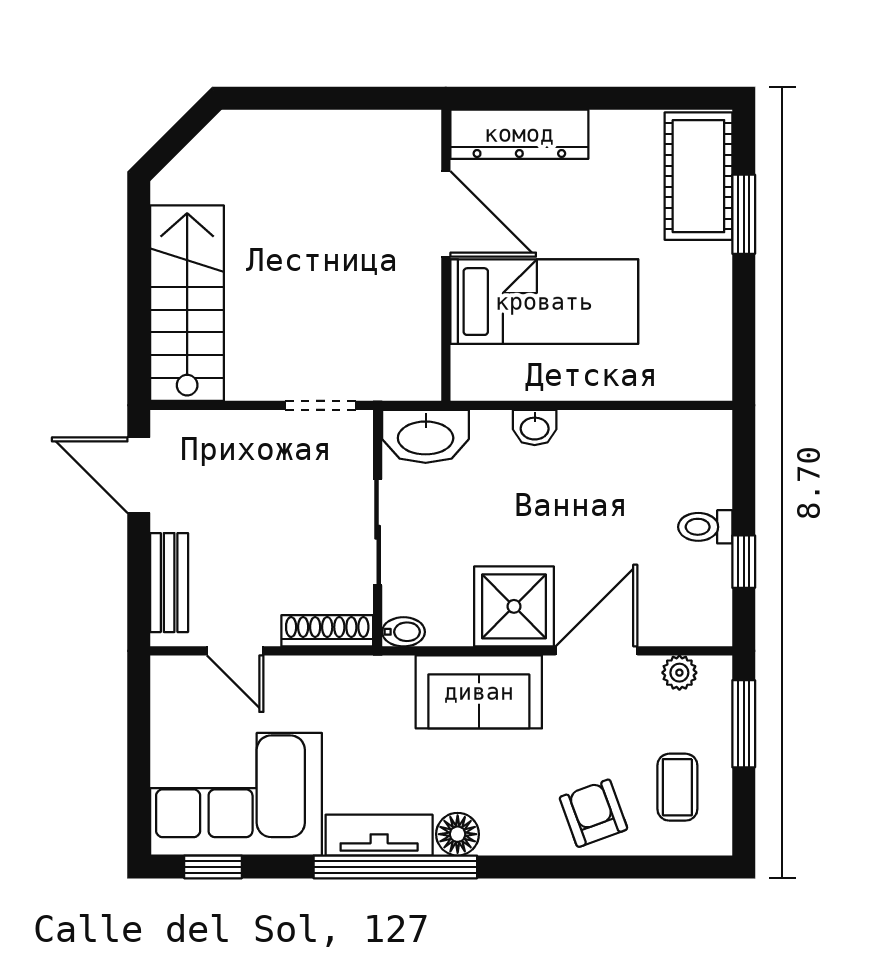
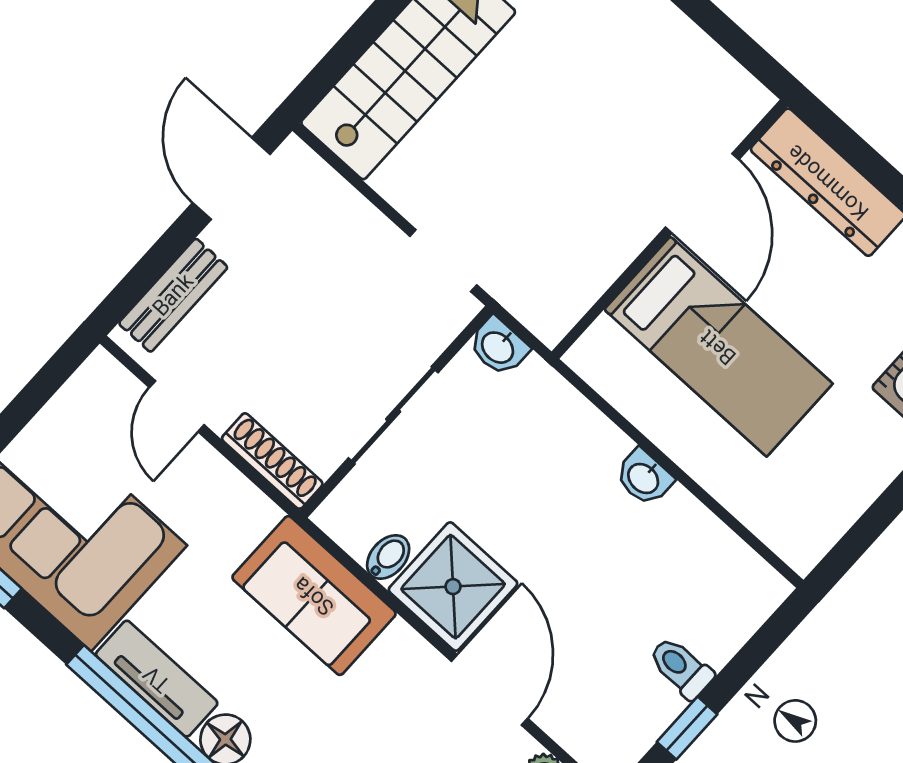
washbasin: (535, 427) -> (644, 478), moved
washbasin: (426, 436) -> (498, 347), width x0.52, depth x0.69
bidet: (404, 632) -> (388, 557), moved, turned -90
door: (596, 651) -> (489, 690), hinge flipped
sofa: (479, 692) -> (314, 596), moved

